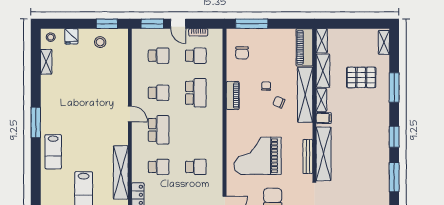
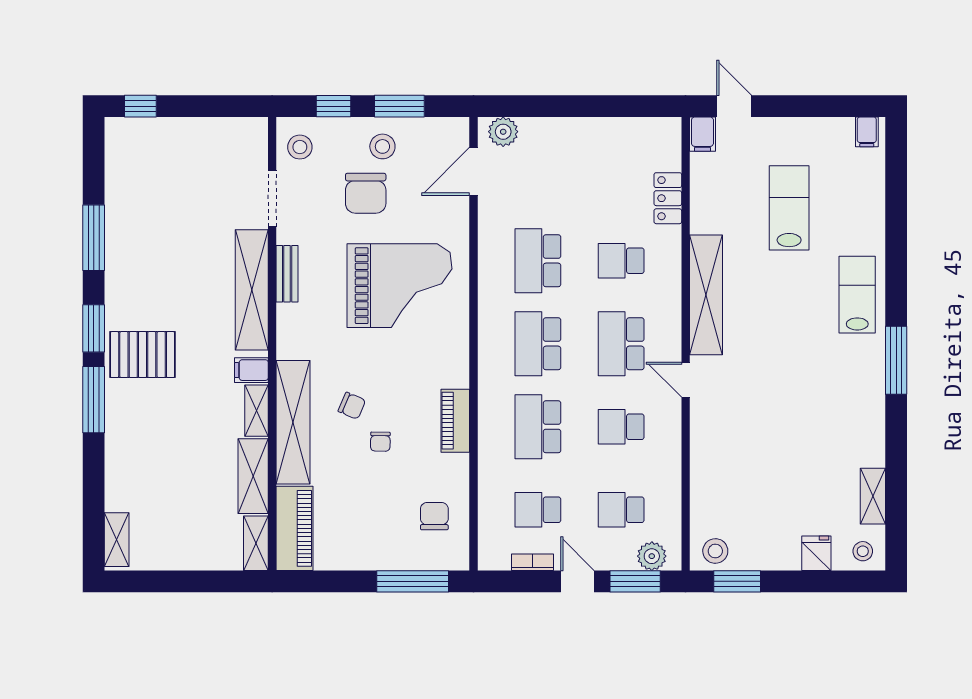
plant: (145, 35) -> (652, 556), added
stool: (100, 42) -> (715, 551), moved
pallet: (361, 77) -> (143, 355), moved
window: (394, 88) -> (94, 400), moved
school desk: (196, 130) -> (538, 344), added
bench: (308, 157) -> (287, 274), width x0.73
school desk: (196, 167) -> (538, 261), width x1.85
shelving: (121, 172) -> (706, 295), moved

